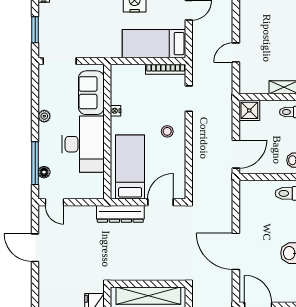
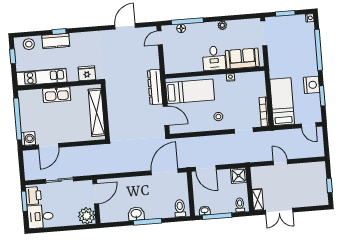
desk: (83, 144) -> (214, 58), width x0.53, depth x0.77
door: (236, 251) -> (165, 172), moved

